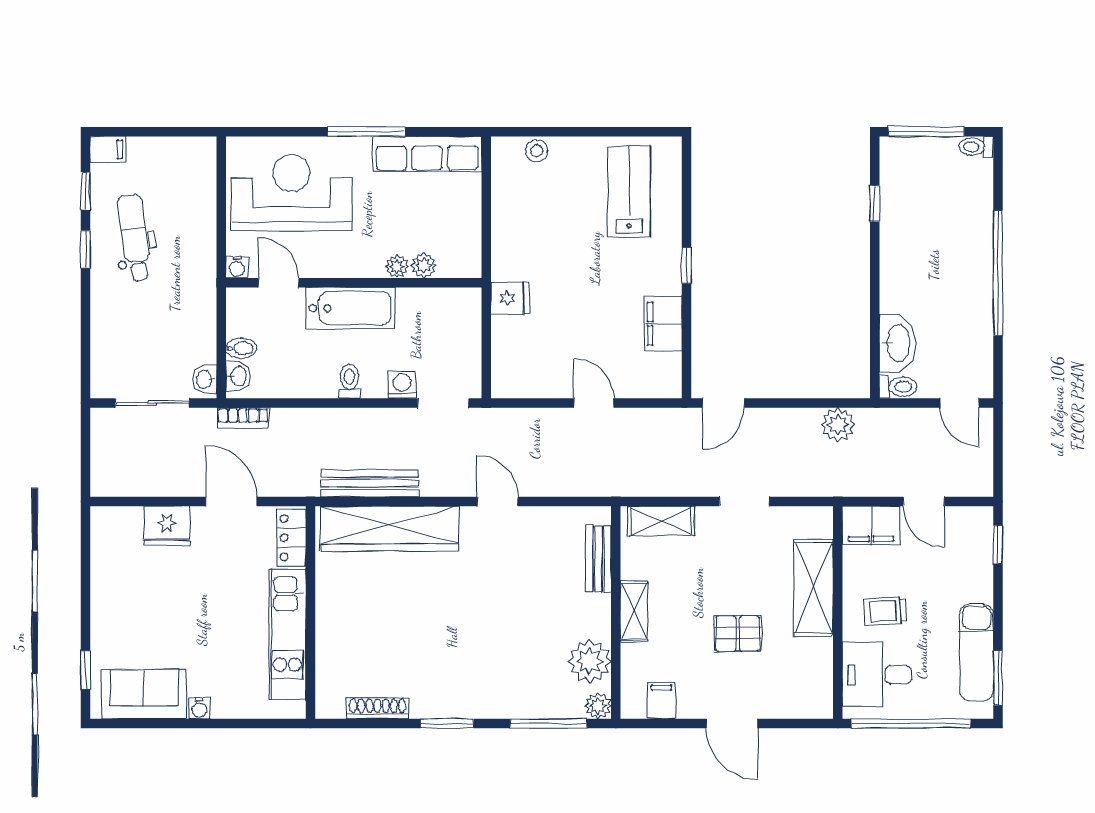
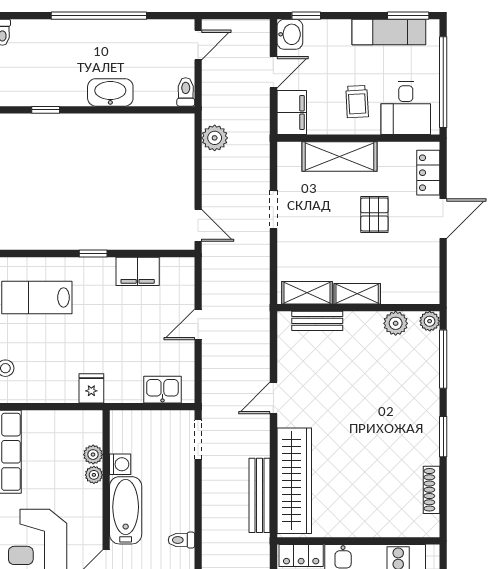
fridge: (510, 298) -> (91, 388), moved
washbasin: (897, 343) -> (110, 92), moved
kitchen sink: (509, 356) -> (162, 390), added
toilet: (349, 381) -> (181, 540), moved
washing machine: (402, 385) -> (120, 464), moved, turned 180
shelving: (661, 521) -> (307, 293), moved, turned 90
washbasin: (973, 523) -> (290, 34), added
plant: (590, 661) -> (396, 323), width x0.73, depth x0.73
filing cabinet: (662, 700) -> (425, 273), removed
locker: (792, 704) -> (428, 173), added

